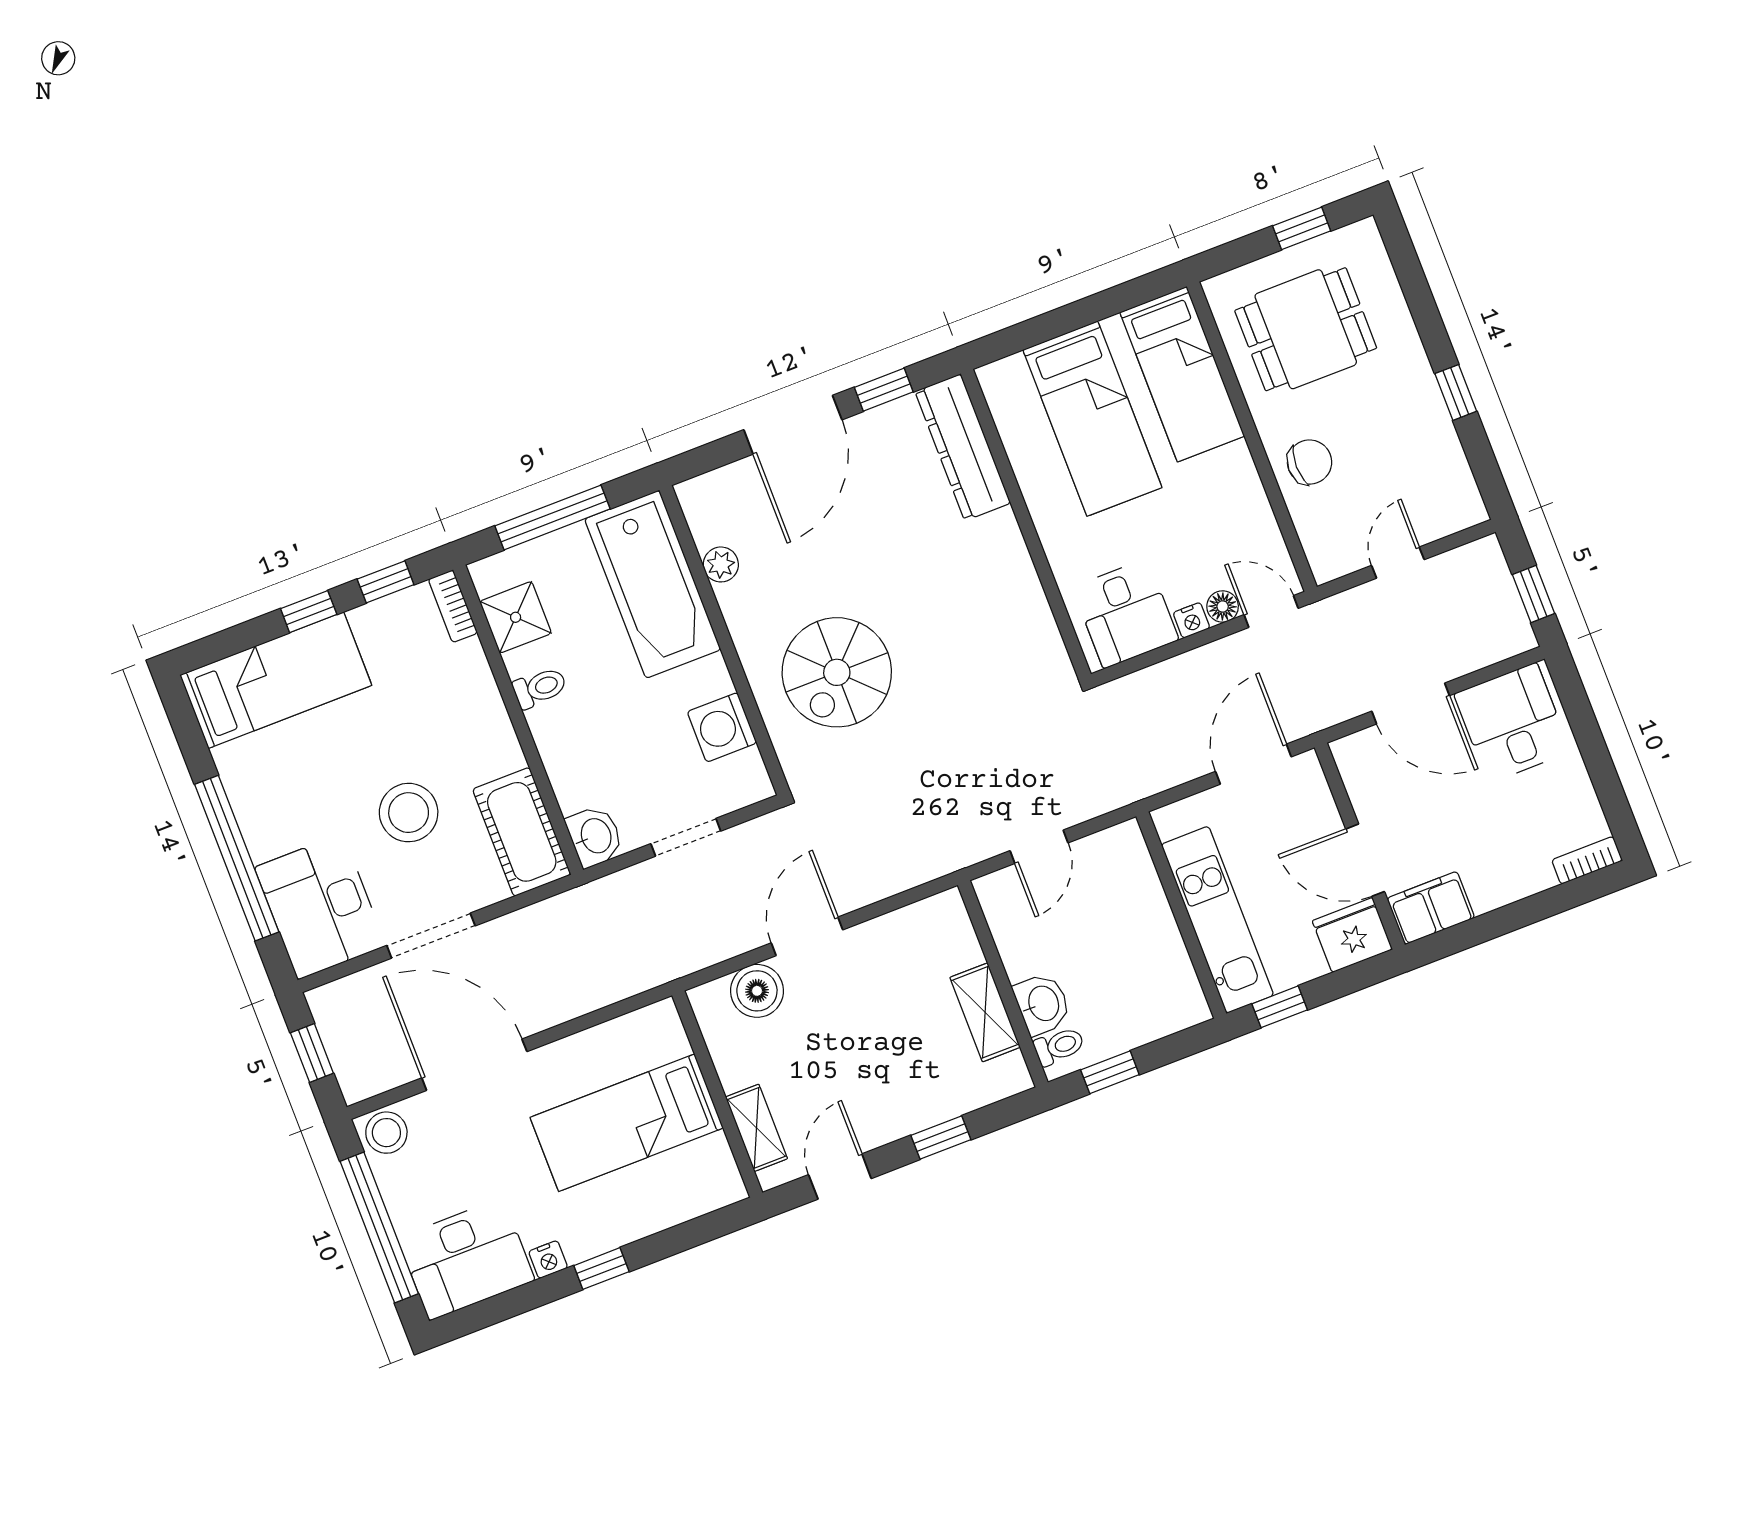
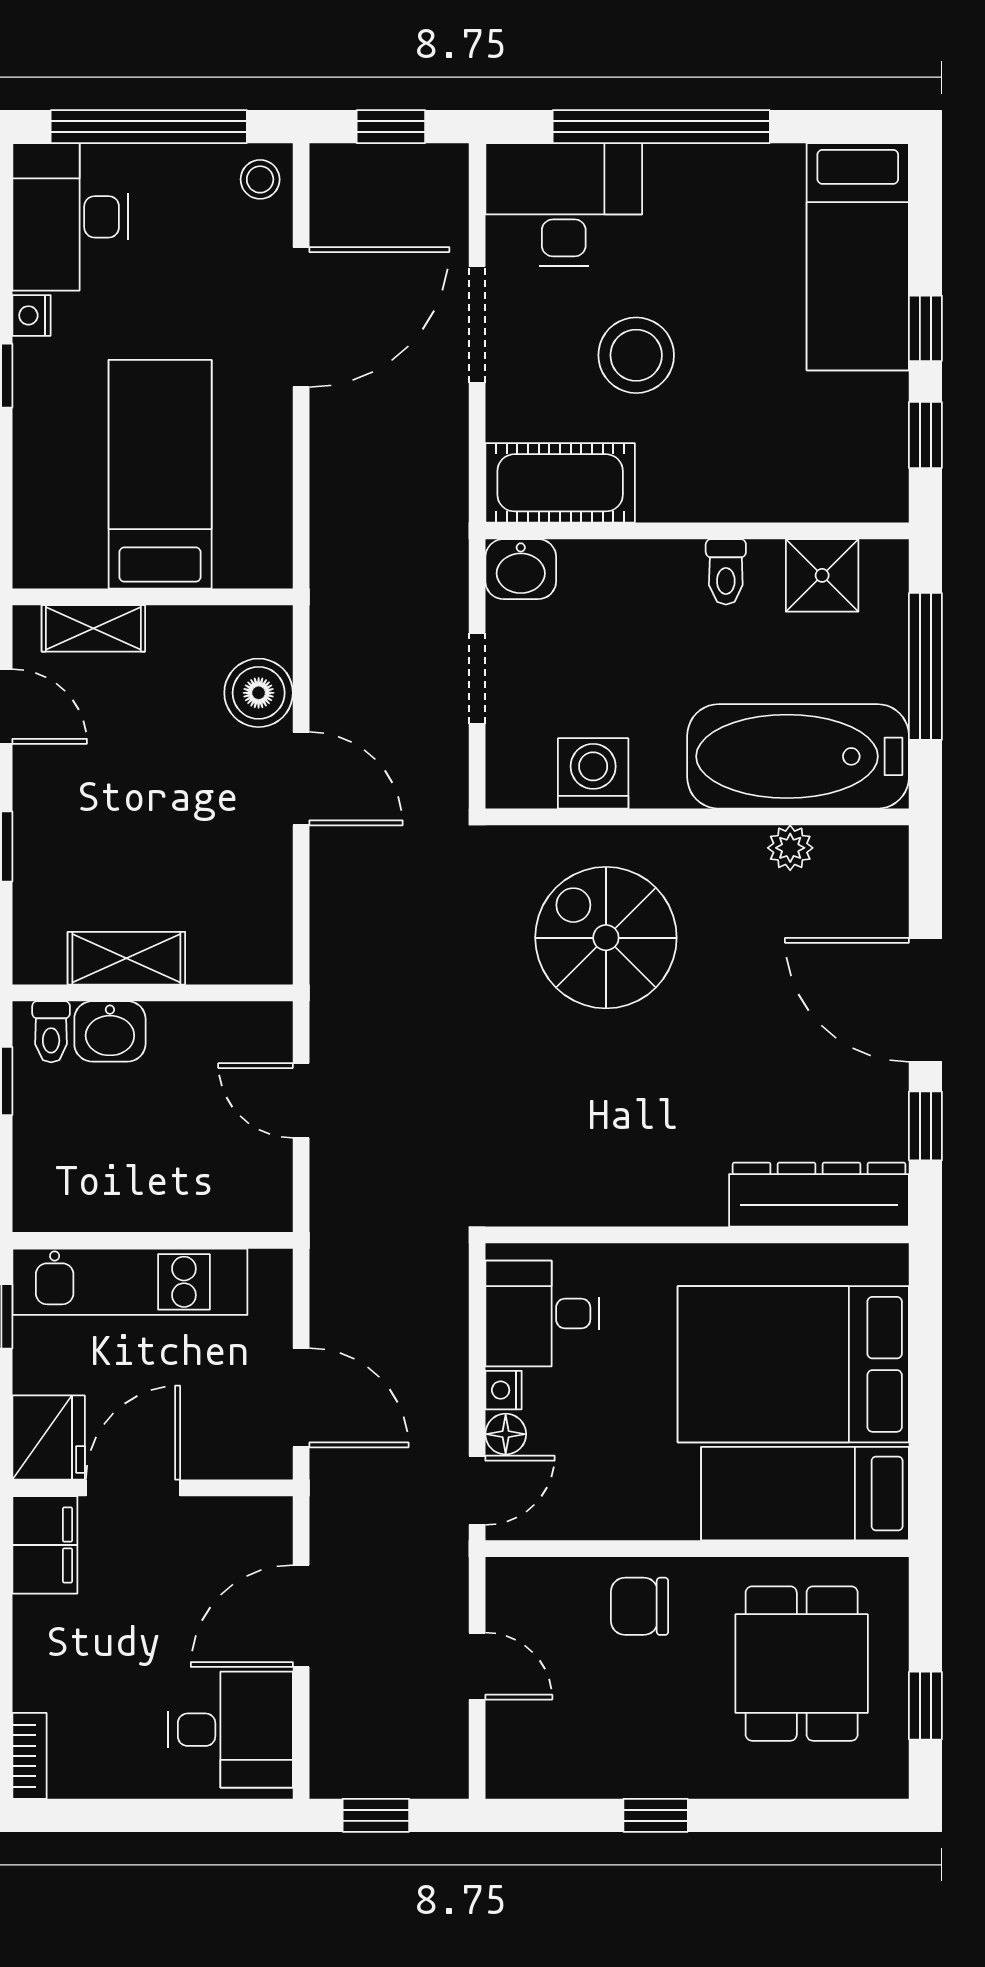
bed: (1092, 419) -> (793, 1364), width x1.50
chair: (1310, 462) -> (640, 1606), turned 90
bookcase: (453, 606) -> (865, 505), removed
stool: (386, 1133) -> (260, 179), width x0.73, depth x0.73

